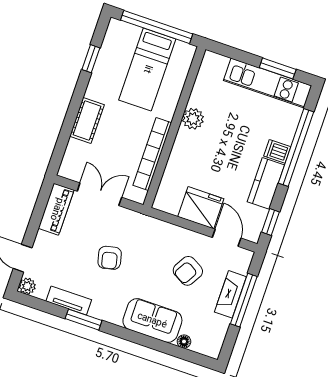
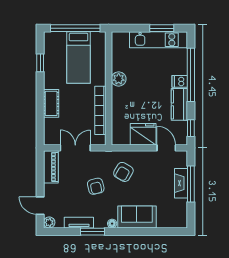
armchair: (188, 271) -> (123, 172), moved
floor lamp: (184, 342) -> (112, 224), moved

